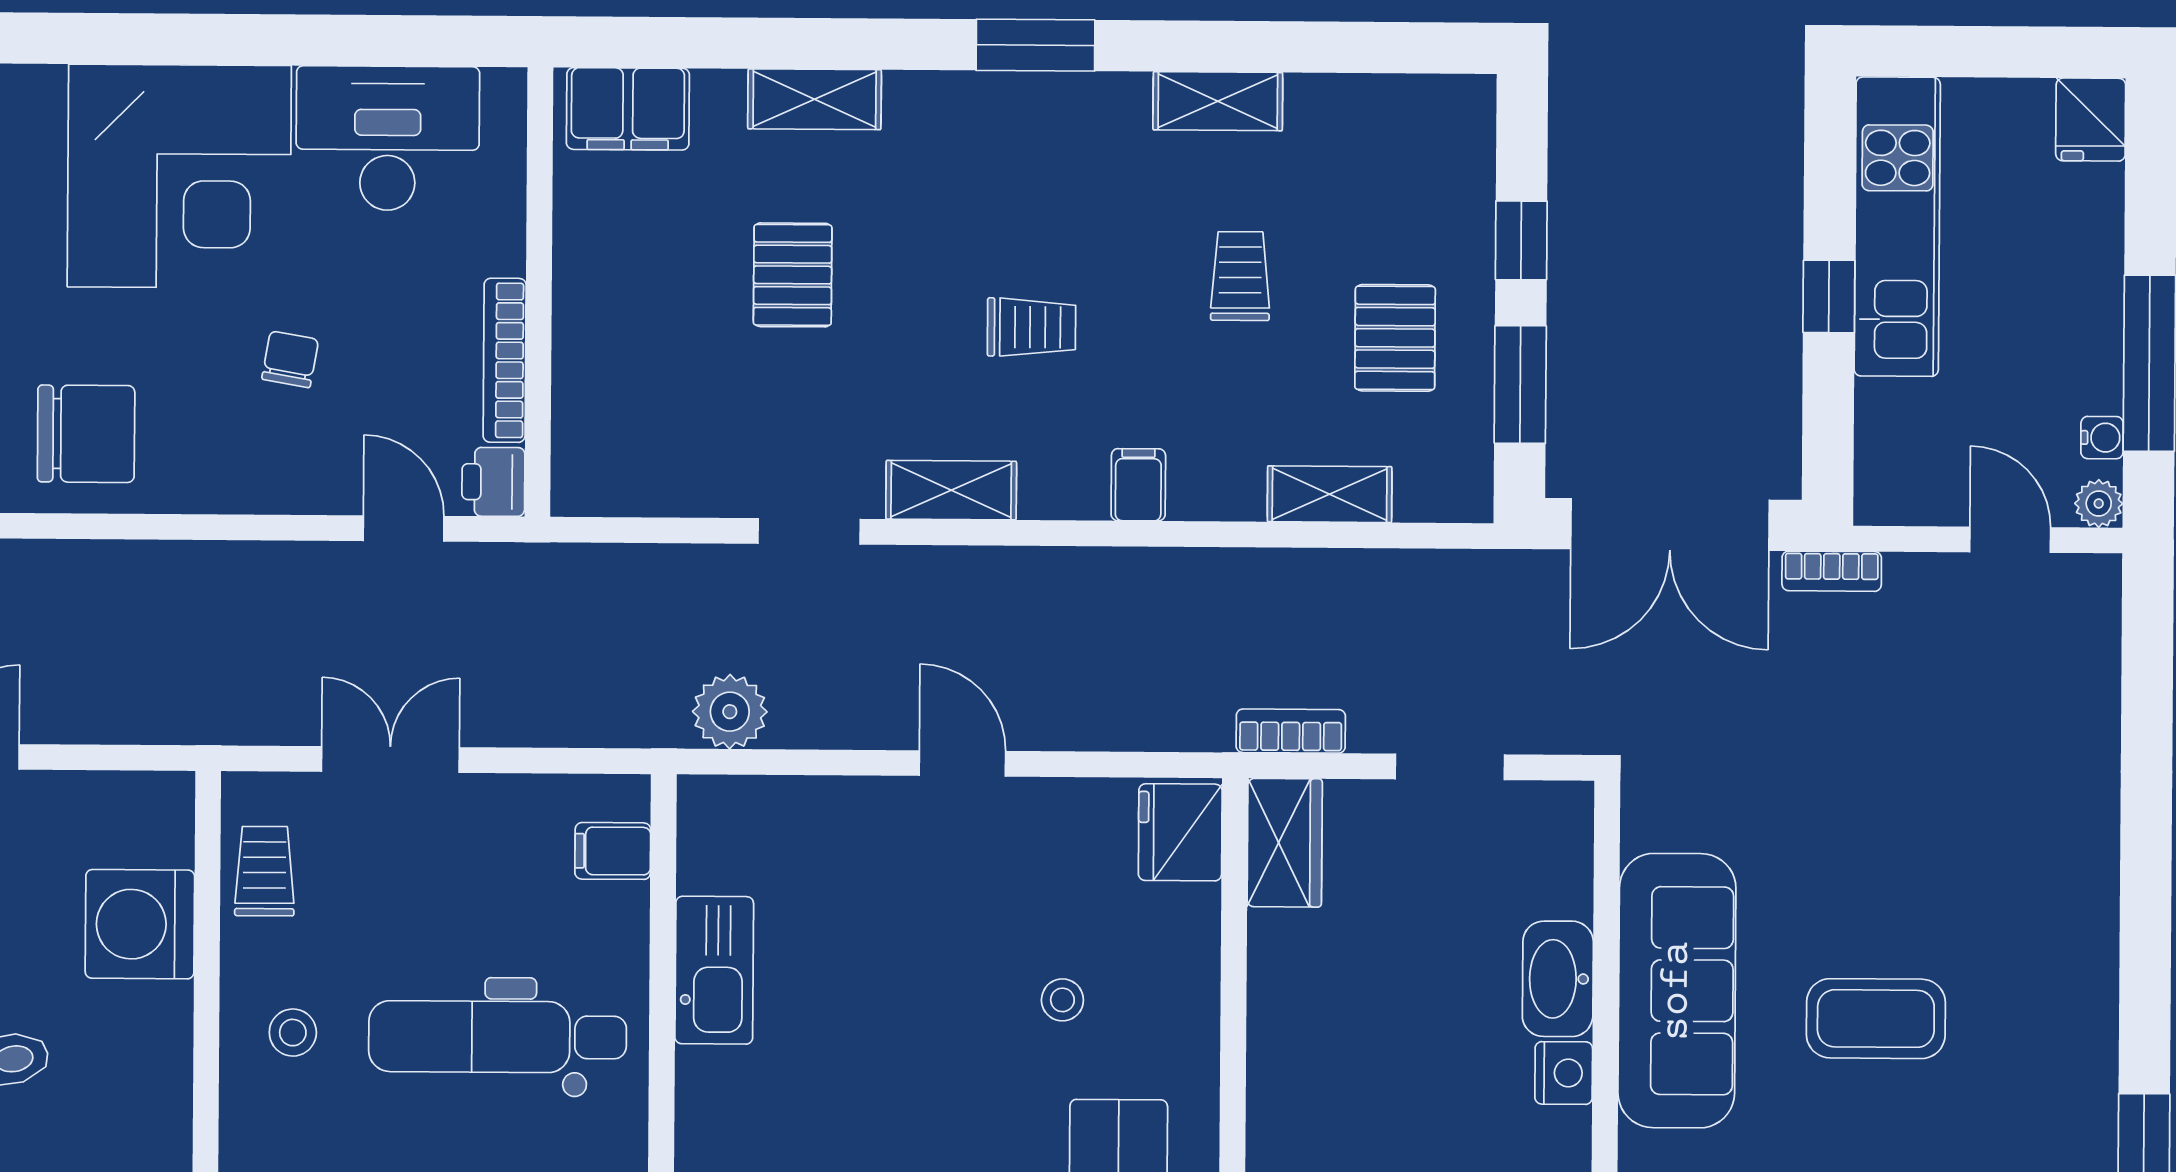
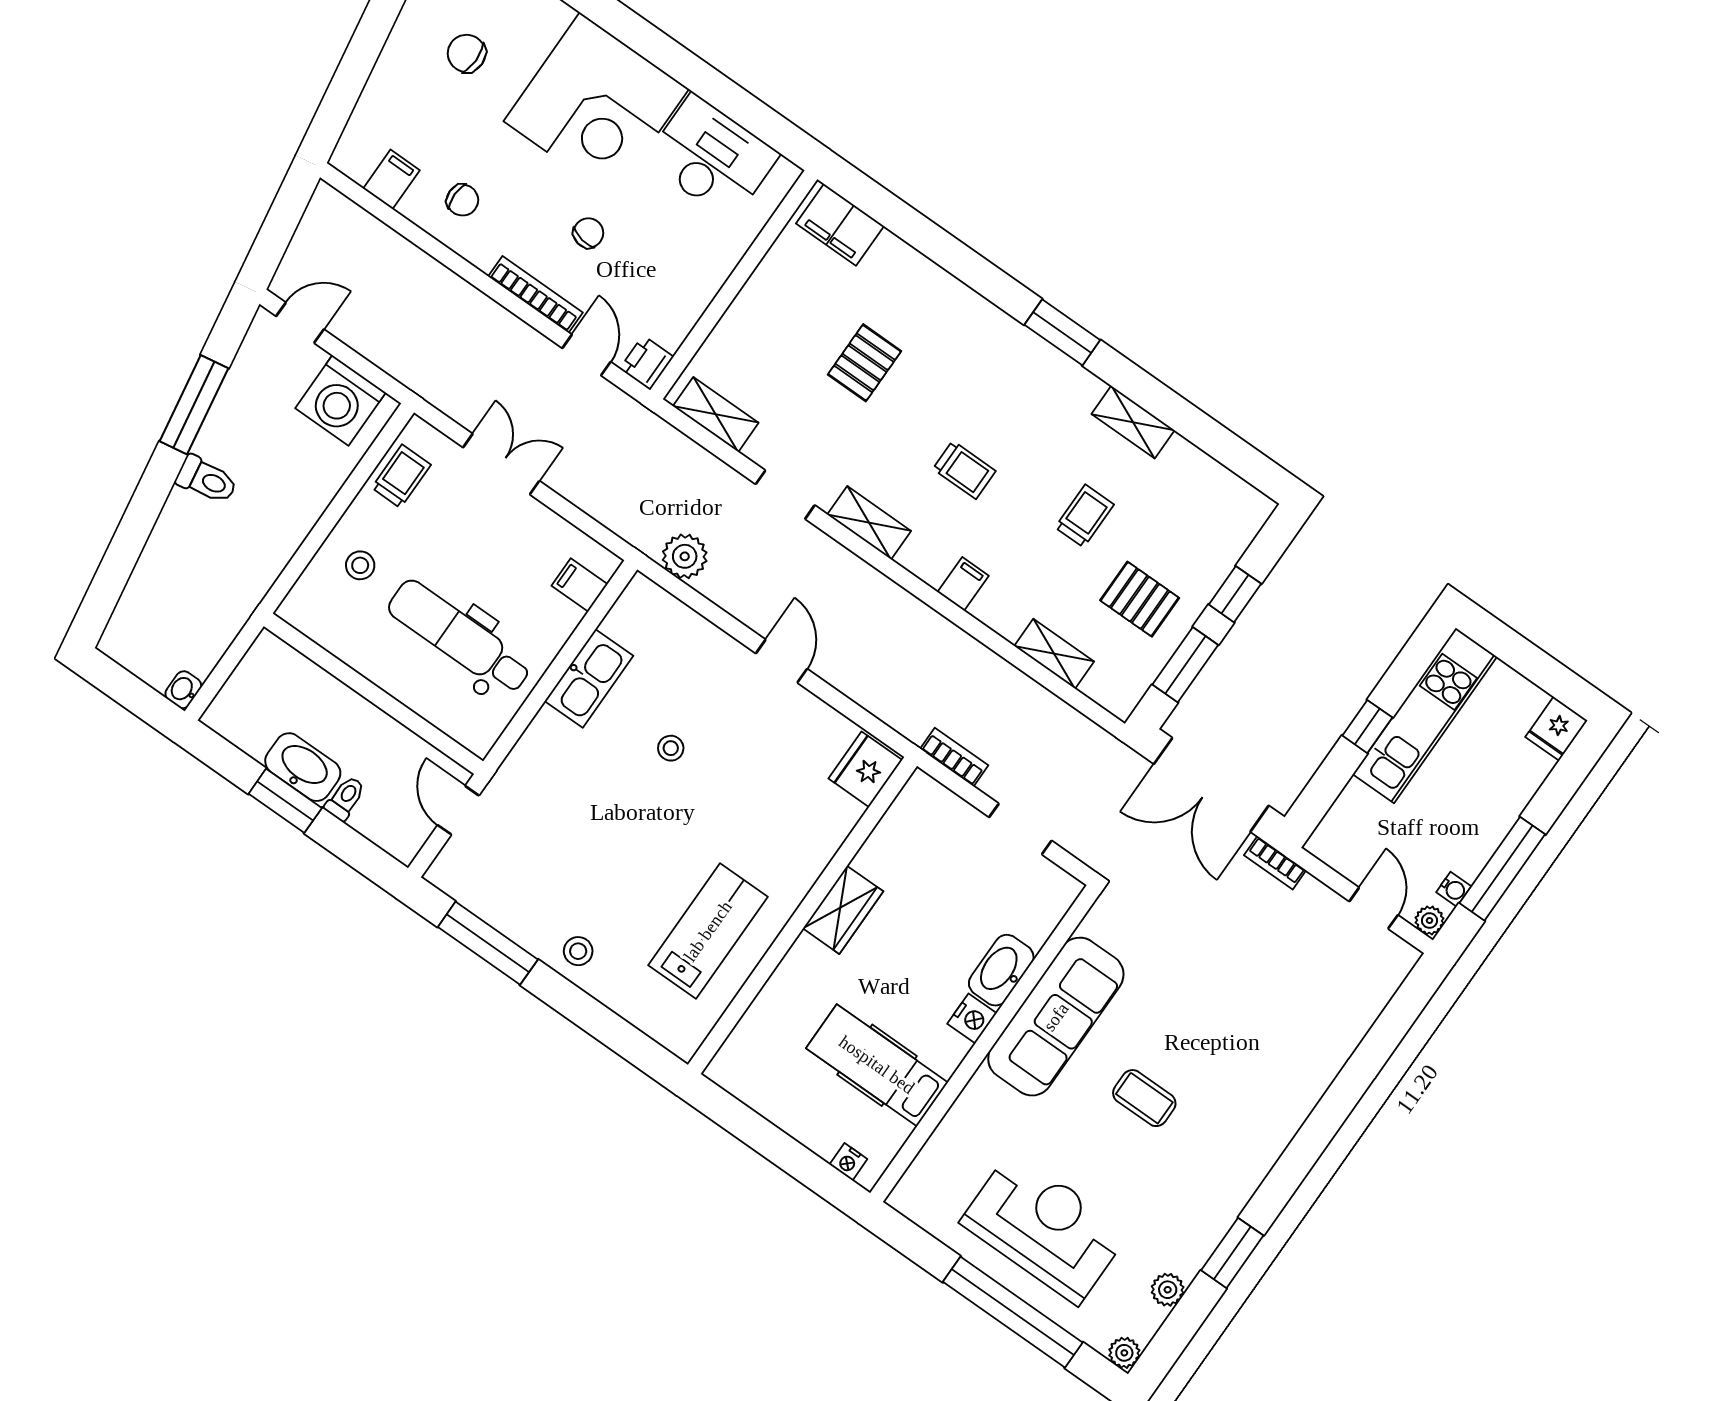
shelving: (815, 99) -> (716, 414), moved
pallet: (1395, 338) -> (1140, 599), turned 90
bookcase: (505, 360) -> (535, 294), moved, turned 90
chair: (86, 434) -> (462, 200), width x0.54, depth x0.54
wardrobe: (1285, 843) -> (843, 910), moved
washing machine: (140, 924) -> (340, 400), moved, turned -90
stool: (1062, 1000) -> (671, 748), moved
coffee table: (1876, 1019) -> (1144, 1098), width x0.73, depth x0.77

